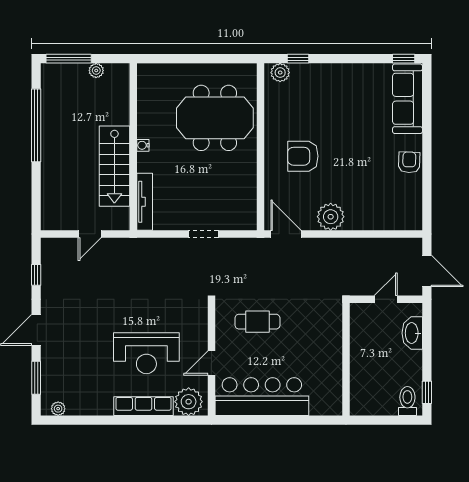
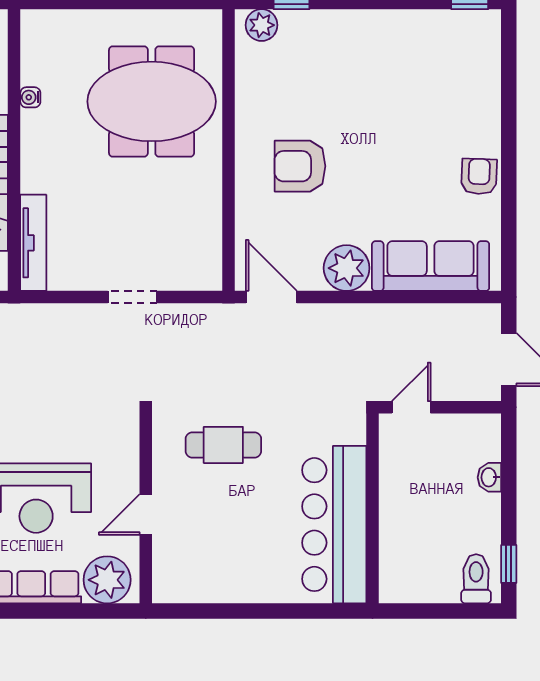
sofa: (407, 99) -> (431, 266), moved, turned 90
water cooler: (143, 145) -> (30, 97), moved
door: (386, 299) -> (411, 407), moved
washbasin: (412, 333) -> (489, 477), width x0.52, depth x0.69
bar counter: (262, 397) -> (334, 525), moved, turned -90

